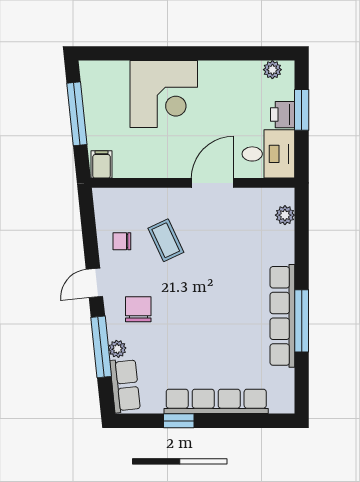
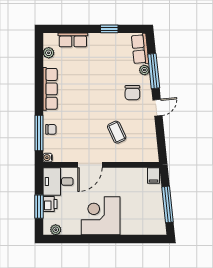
corner desk: (164, 94) -> (101, 216), moved
water cooler: (287, 196) -> (48, 158), added
plant: (285, 215) -> (49, 53), moved
chair: (122, 241) -> (51, 129), moved
row of seats: (282, 316) -> (50, 89), width x0.73
window: (302, 321) -> (39, 133), moved
row of seats: (216, 401) -> (73, 40), width x0.50

